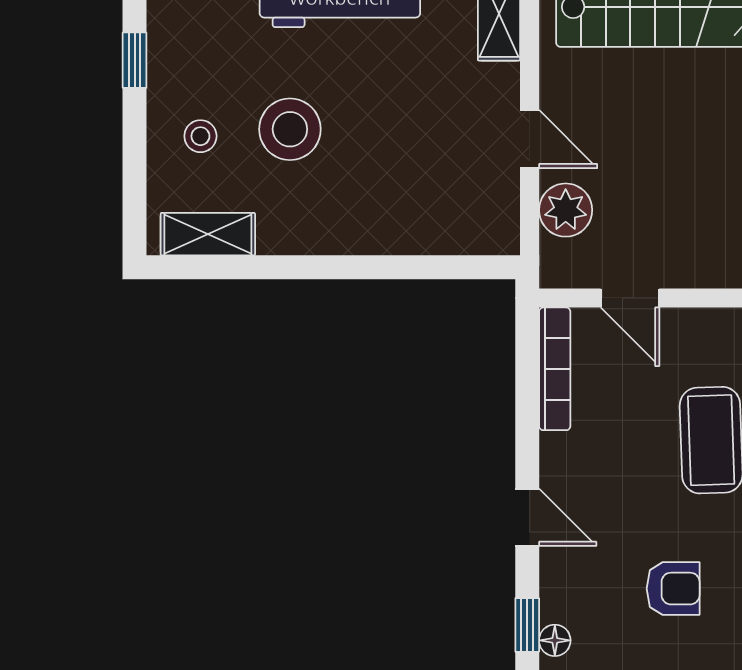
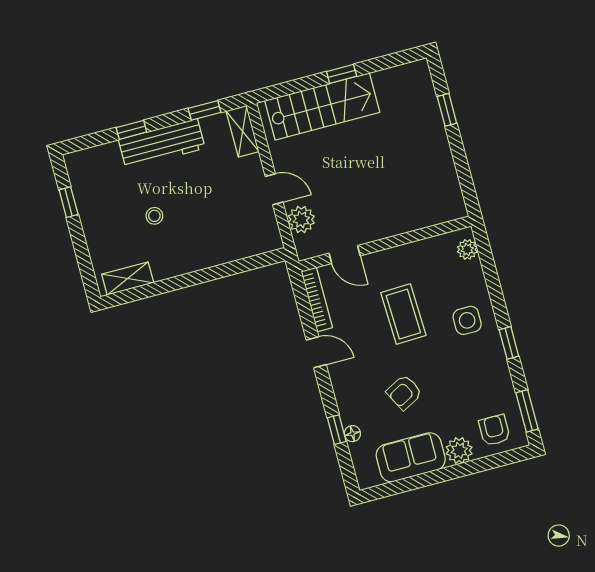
stool: (290, 129) -> (154, 216), width x0.53, depth x0.53
stool: (200, 136) -> (111, 231), removed
door: (527, 517) -> (316, 352), moved
armchair: (673, 589) -> (404, 392), turned 152

